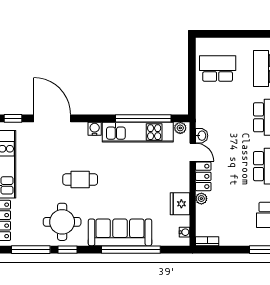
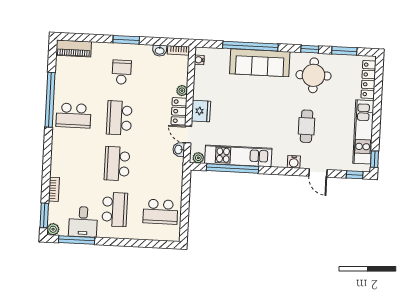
door: (52, 118) -> (318, 173), width x0.53
water cooler: (95, 129) -> (294, 162), moved
cafe table: (80, 180) -> (307, 126), moved, turned 90
fridge: (180, 204) -> (201, 111), moved
washbasin: (227, 240) -> (160, 51), added
window: (31, 250) -> (344, 51), width x0.69

